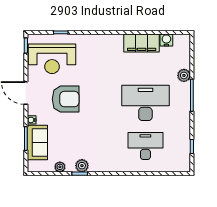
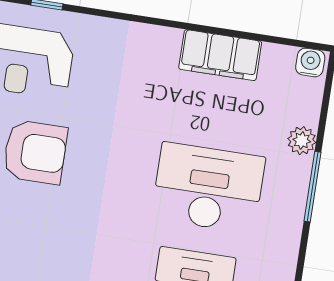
water cooler: (166, 40) -> (310, 62), moved

